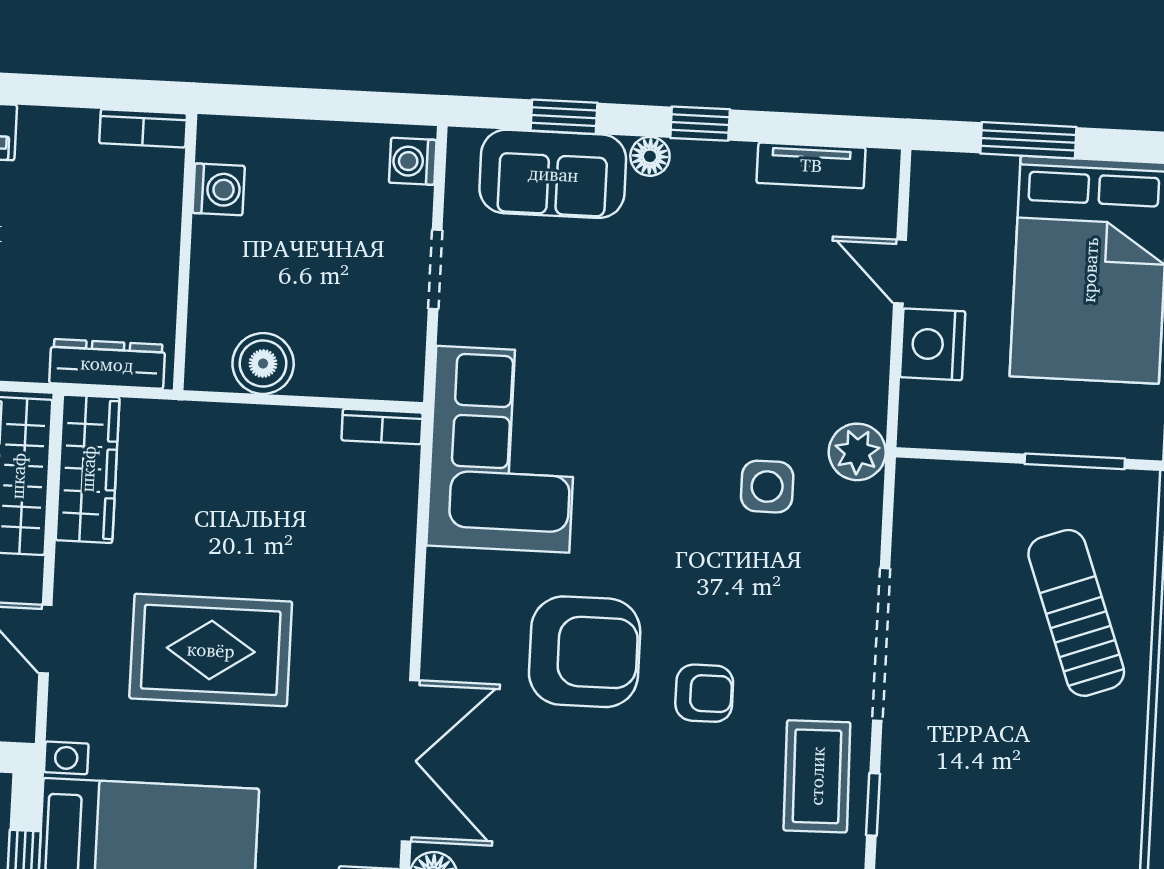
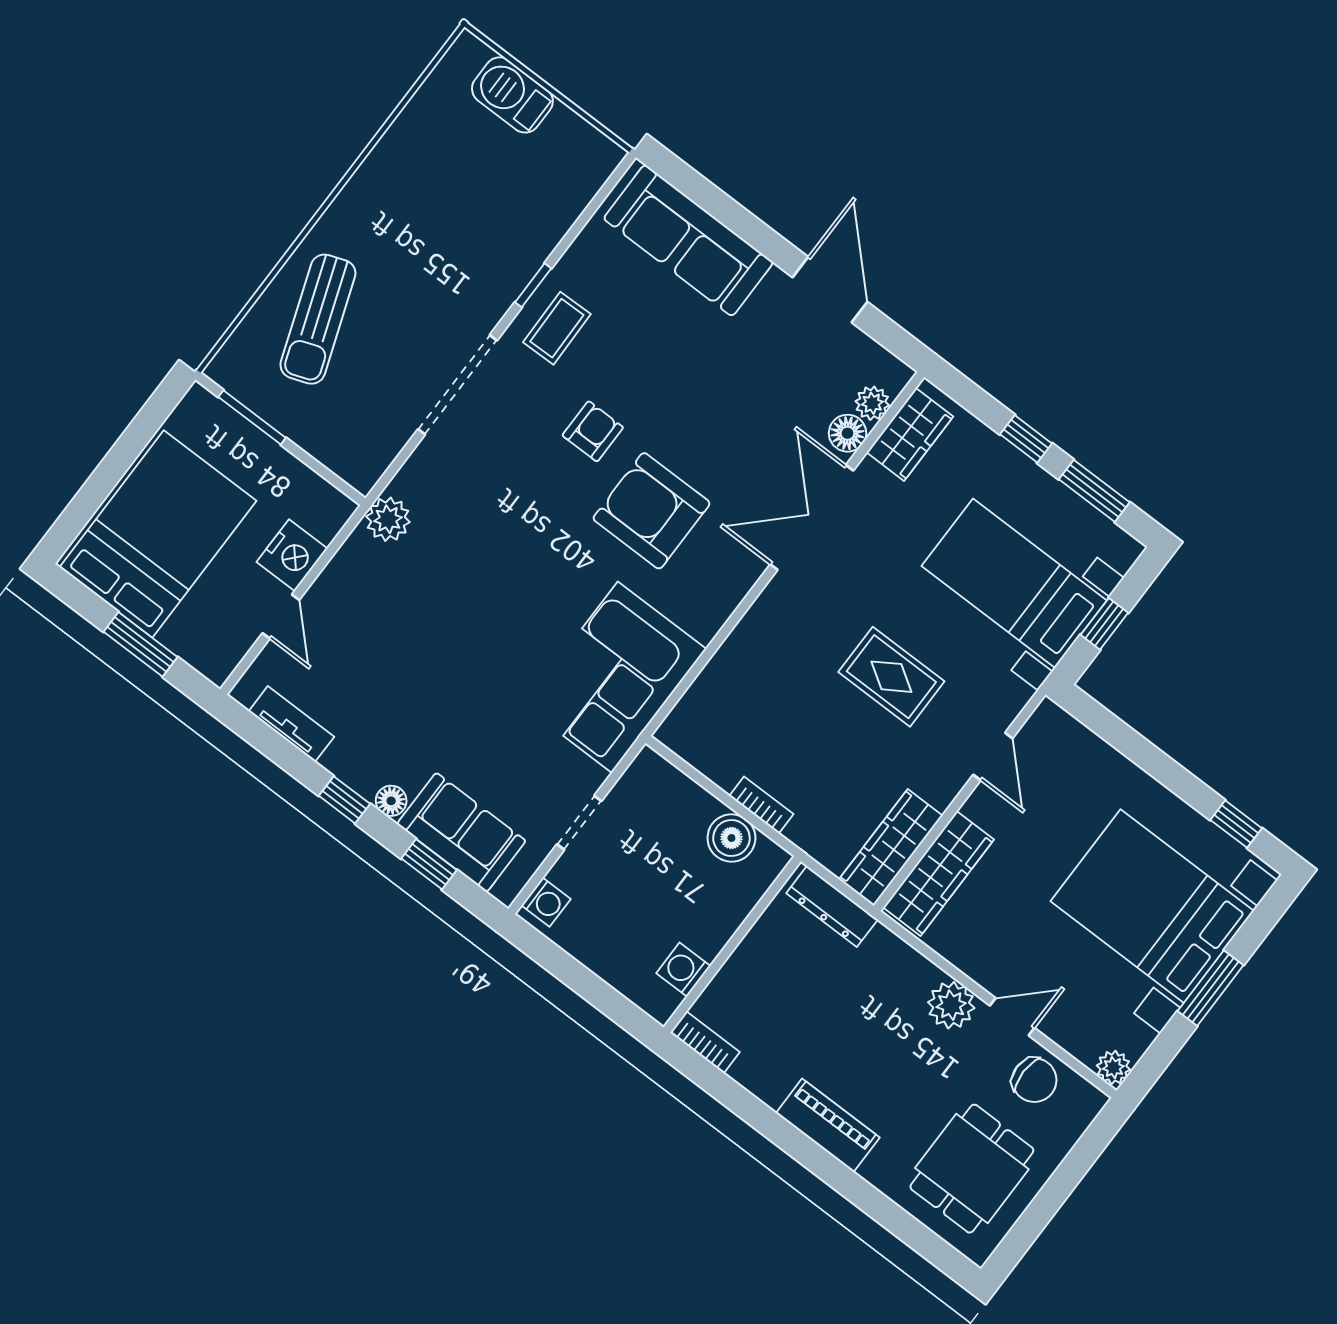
bookcase: (382, 427) -> (761, 805), moved
side table: (767, 487) -> (461, 537), removed
rug: (211, 650) -> (891, 677), width x0.73, depth x0.70
armchair: (704, 693) -> (593, 431), turned 90
coffee table: (817, 776) -> (557, 328), width x0.73, depth x0.77

